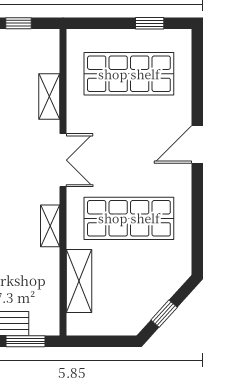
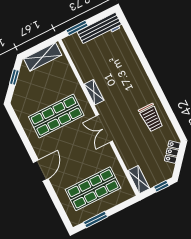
window: (150, 23) -> (95, 220), width x1.50
shelving: (49, 96) -> (139, 180), moved
shelving: (79, 281) -> (43, 57), moved, turned 90

